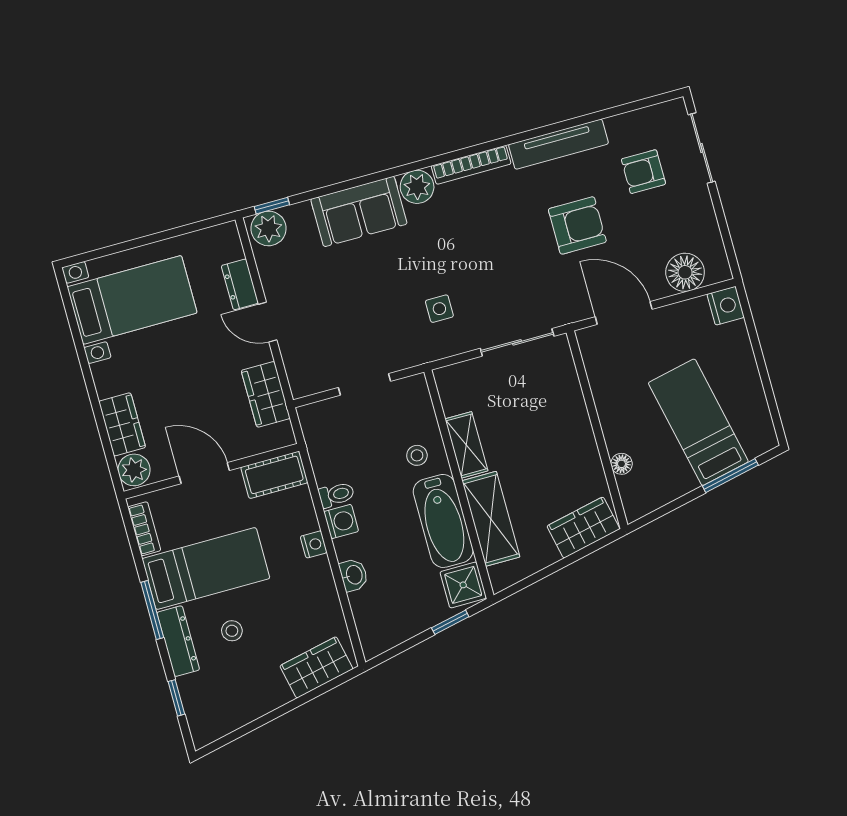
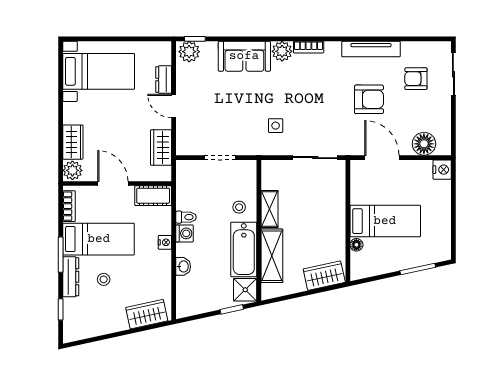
bookcase: (471, 165) -> (309, 47), width x0.64
bed: (698, 422) -> (385, 221), moved, turned 102

